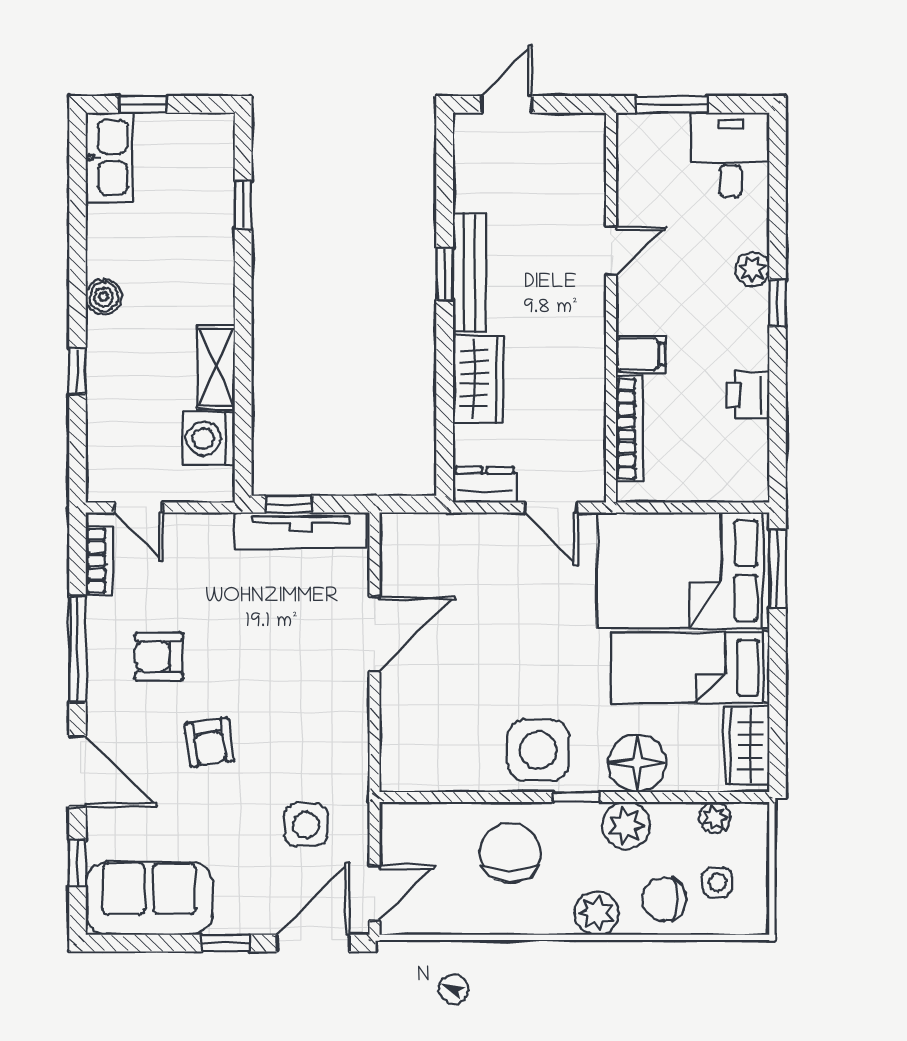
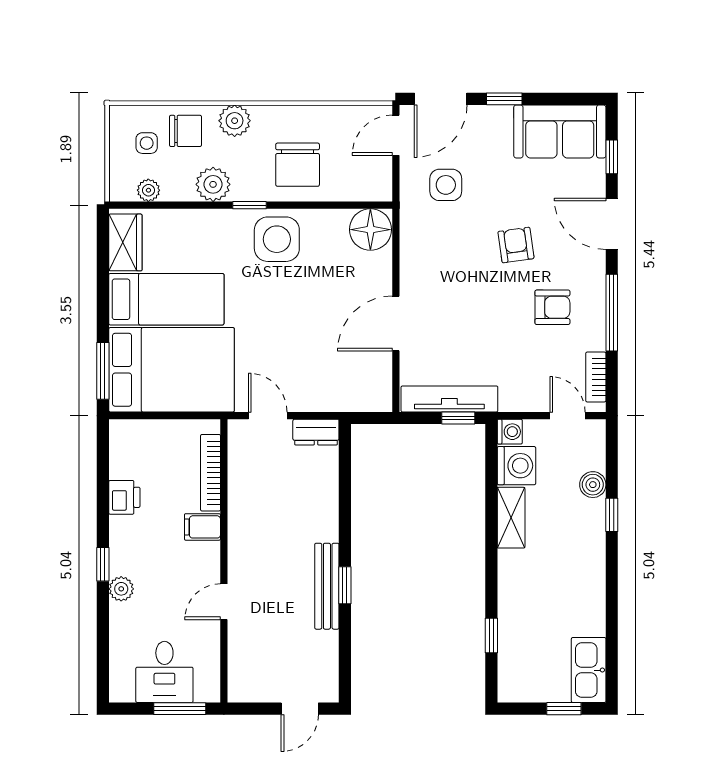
desk: (730, 155) -> (164, 672), moved
boiler: (104, 297) -> (593, 485), moved
wardrobe: (478, 379) -> (321, 509), removed
washing machine: (218, 485) -> (510, 432), added
floor lamp: (637, 763) -> (370, 230), moved

